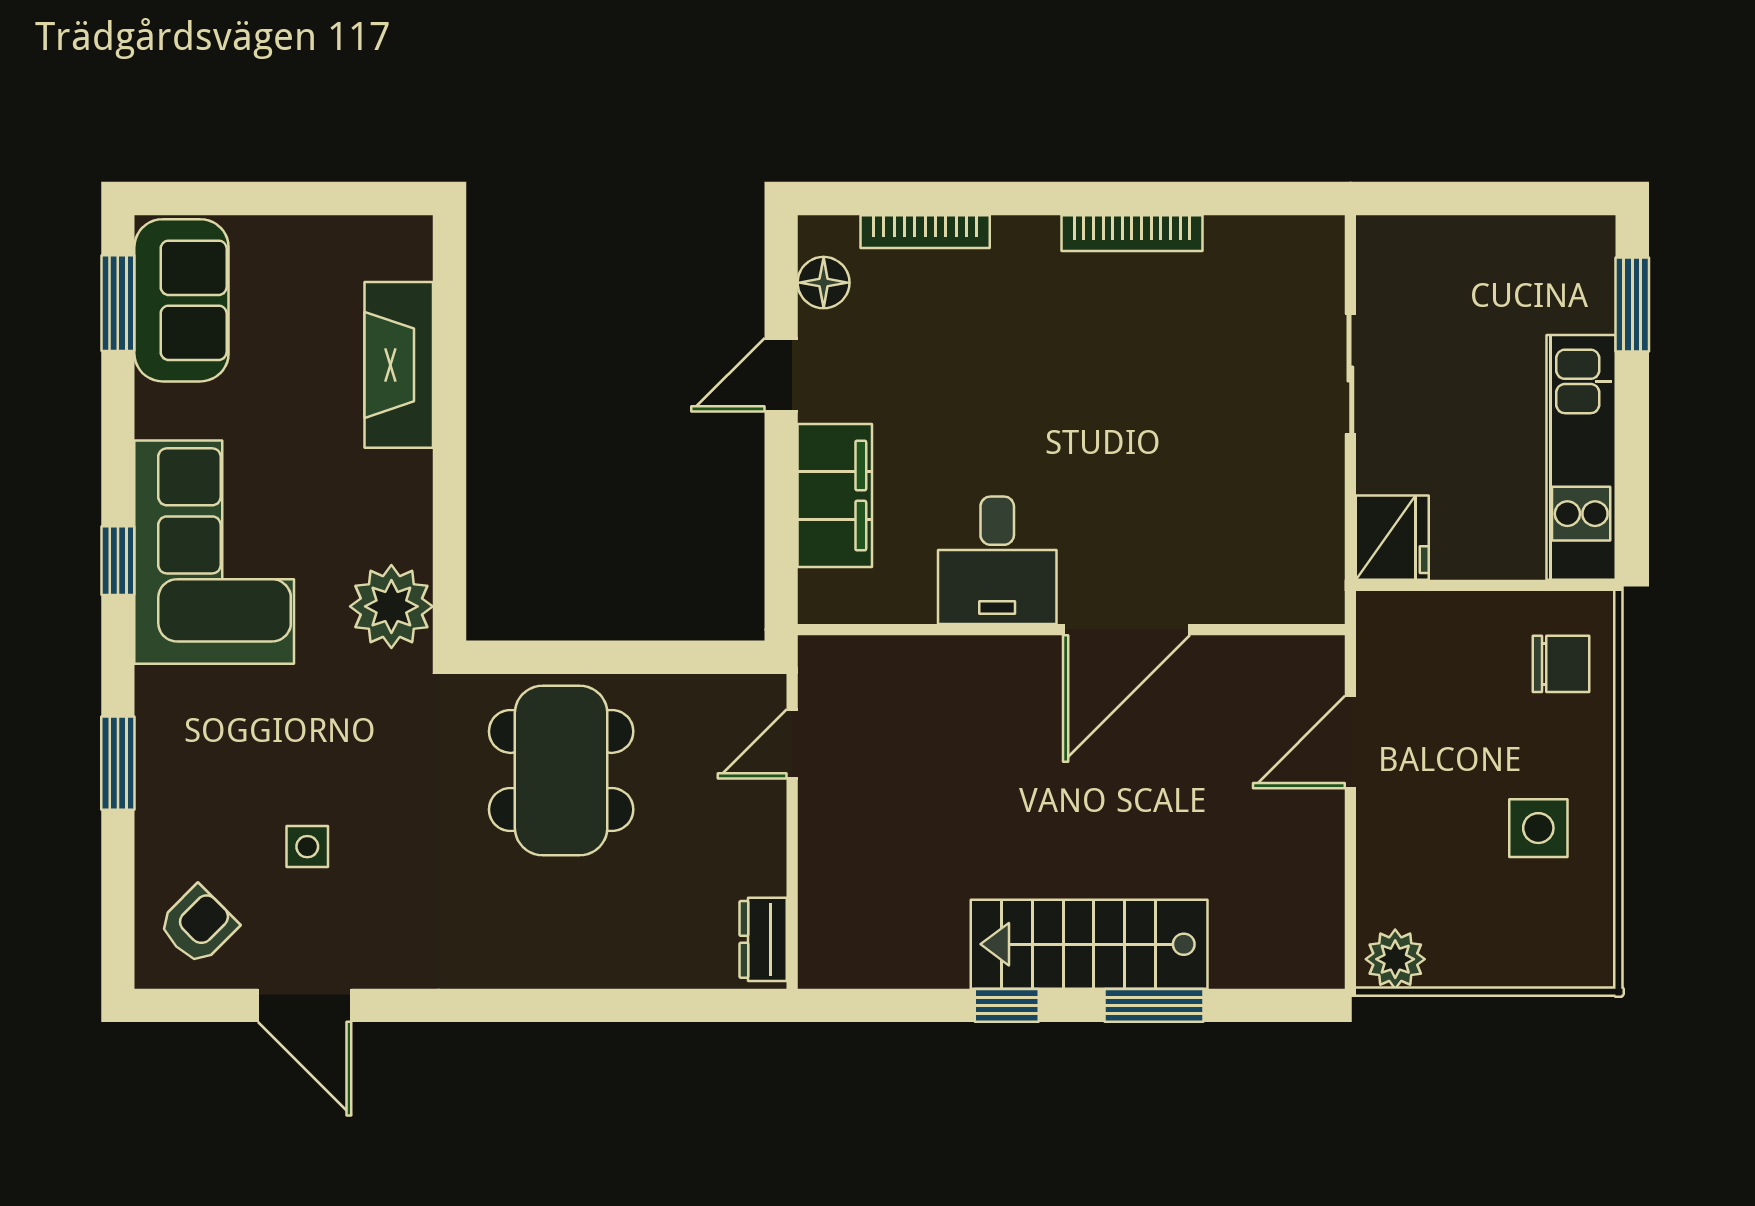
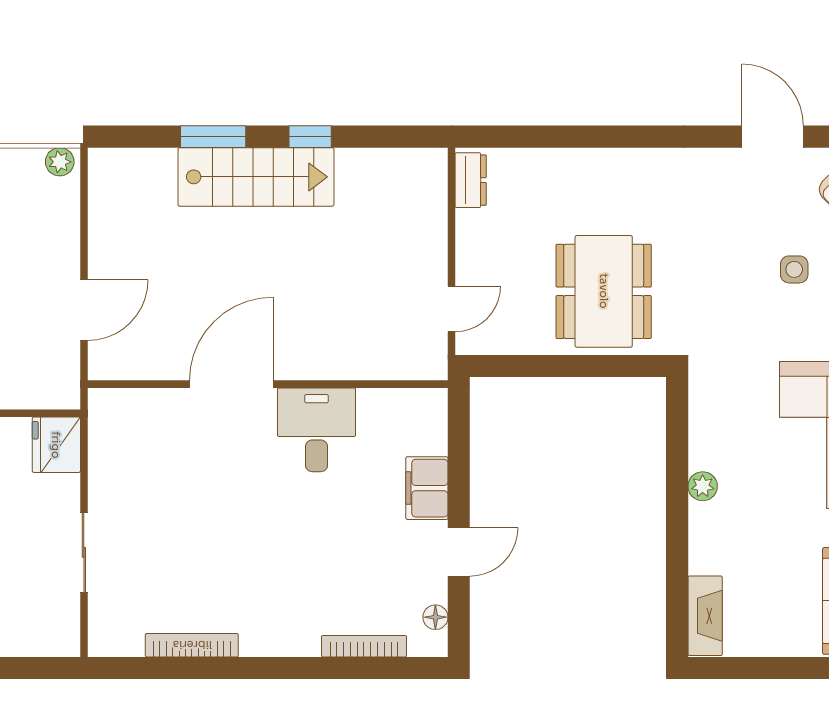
bookcase: (1132, 233) -> (192, 645), moved
floor lamp: (824, 283) -> (435, 617), width x0.73, depth x0.73
fireplace: (399, 365) -> (705, 616), moved, width x0.73, depth x0.76
filing cabinet: (835, 496) -> (427, 488), width x0.67, depth x0.86
plant: (391, 606) -> (703, 486), moved, width x0.53, depth x0.53
side table: (307, 847) -> (794, 269), moved
plant: (1395, 959) -> (60, 162), width x0.73, depth x0.73

